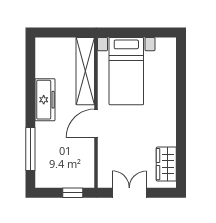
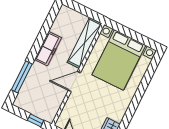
bed with nightstands: (126, 71) -> (119, 60), width x1.36

